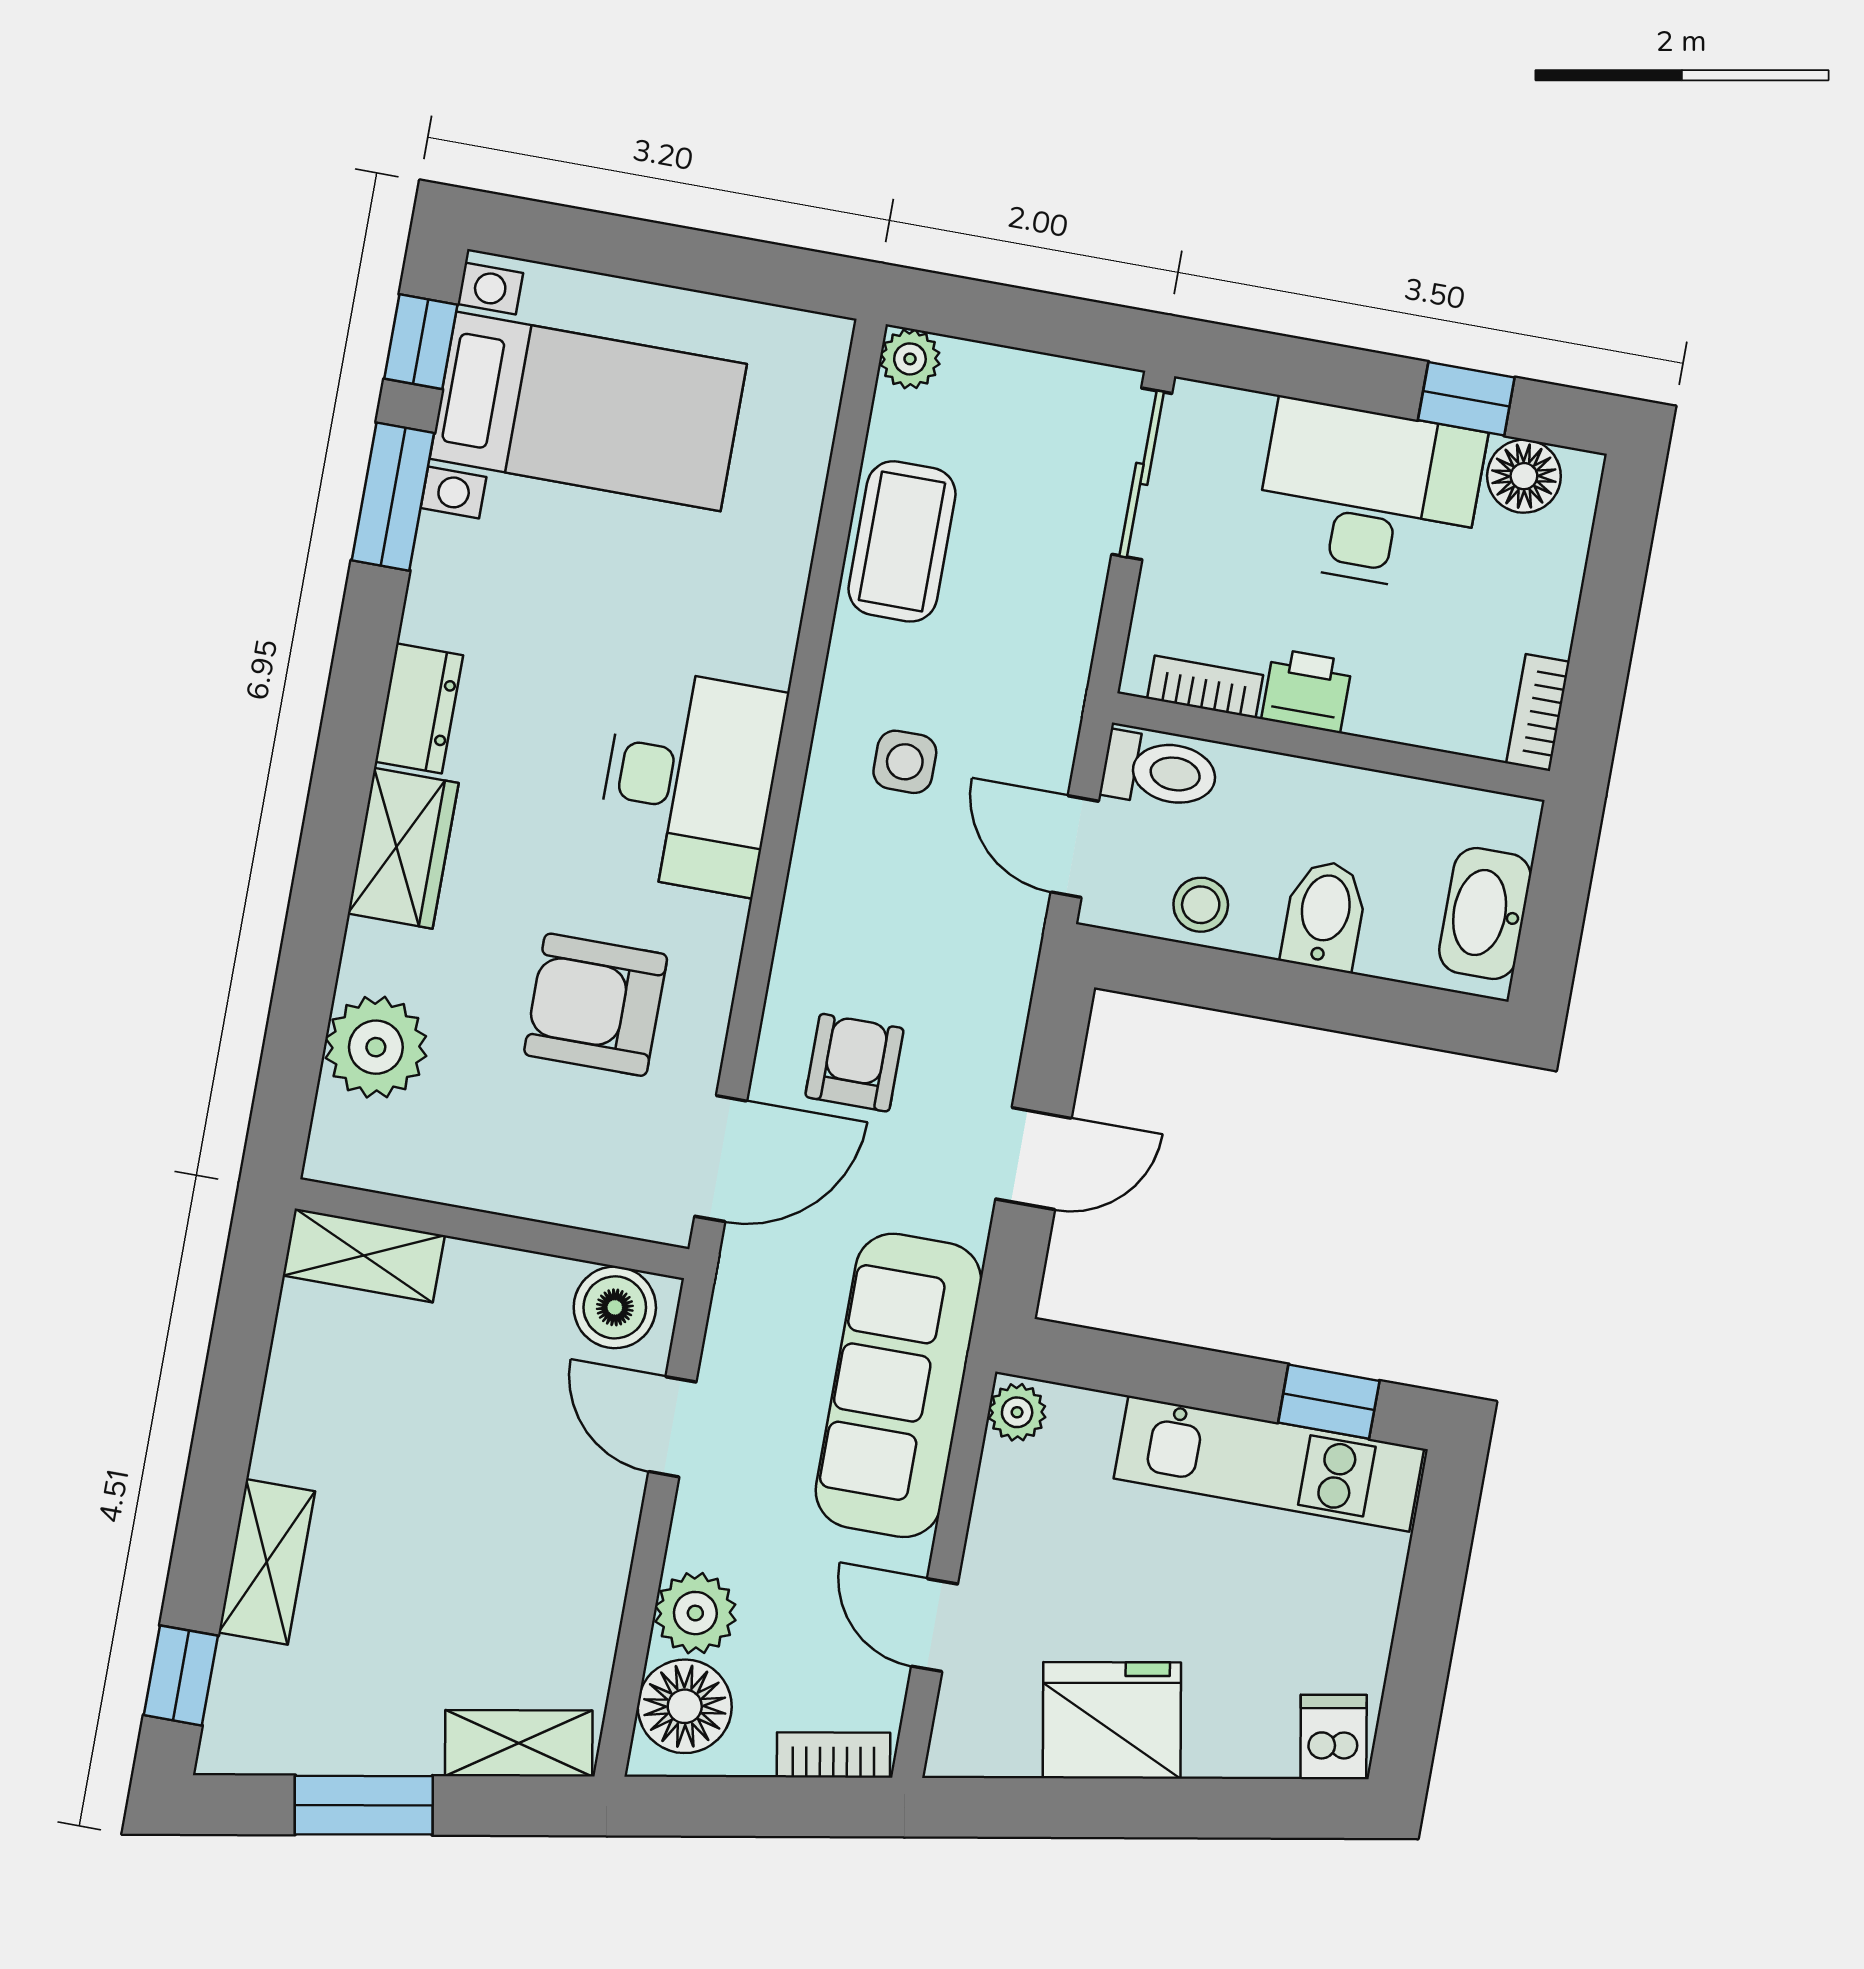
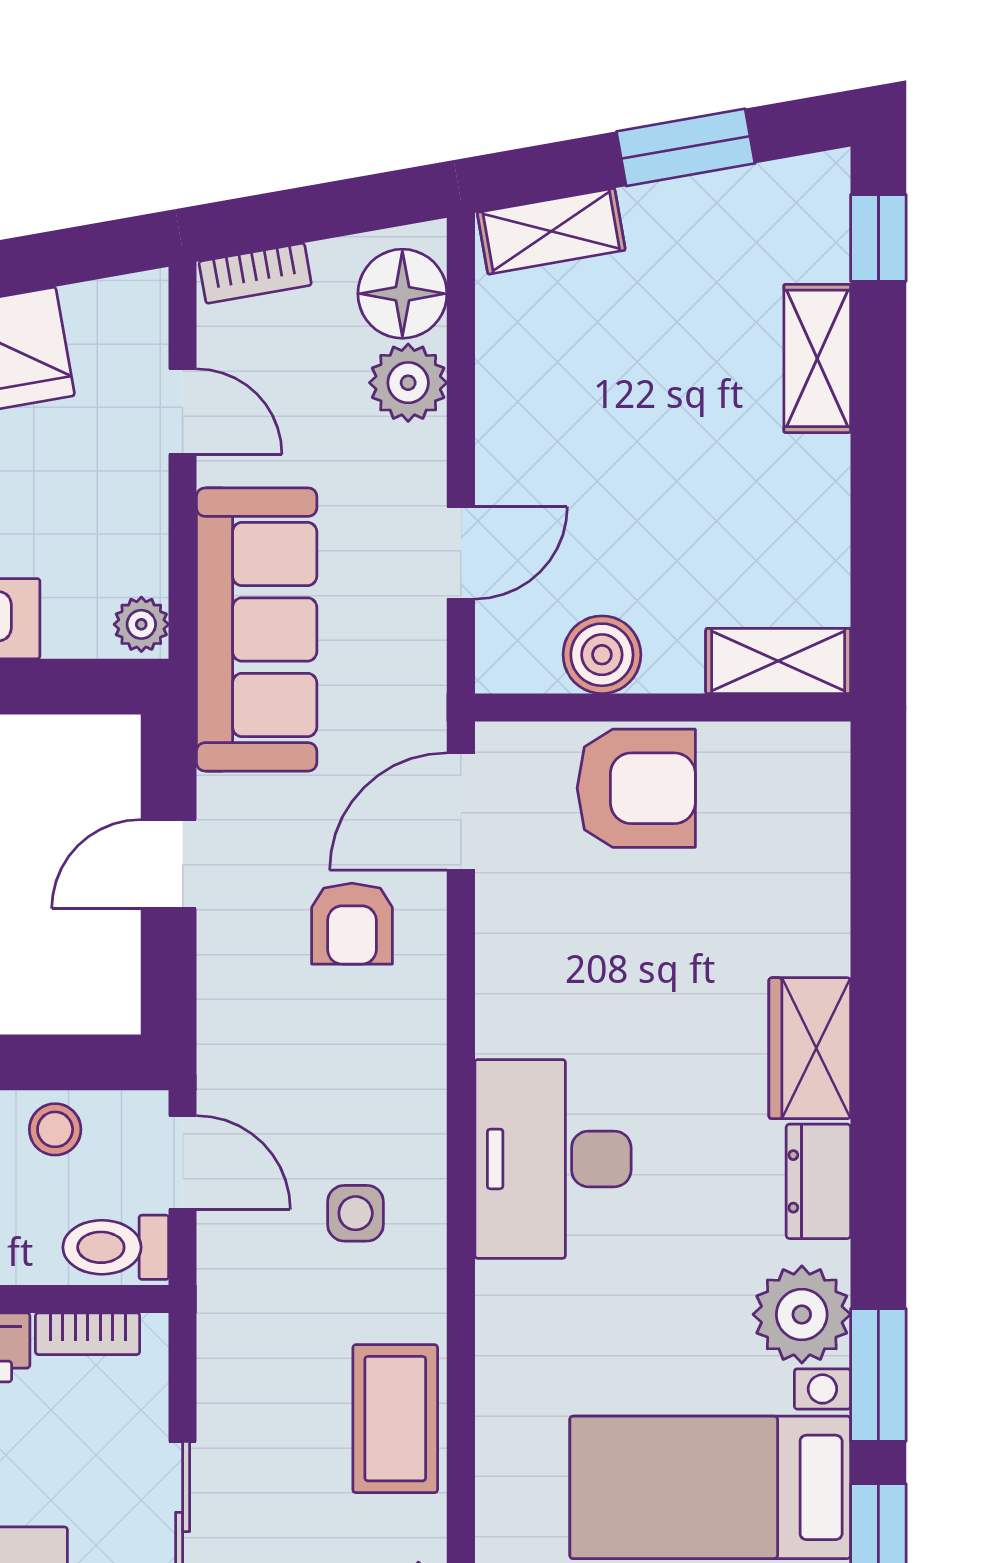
armchair: (596, 1005) -> (636, 788), moved
plant: (376, 1047) -> (802, 1314), moved
boiler: (615, 1307) -> (602, 655), moved
door: (672, 1427) -> (461, 553), hinge flipped

